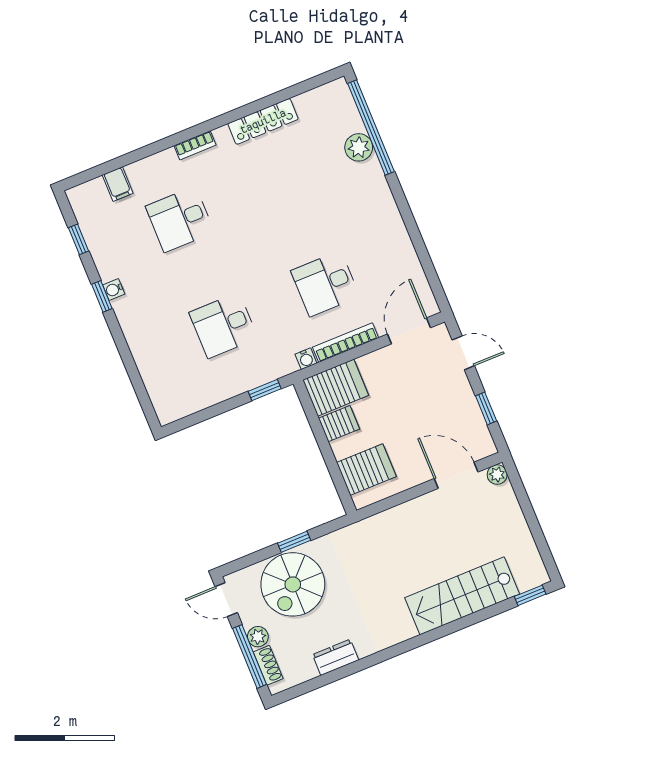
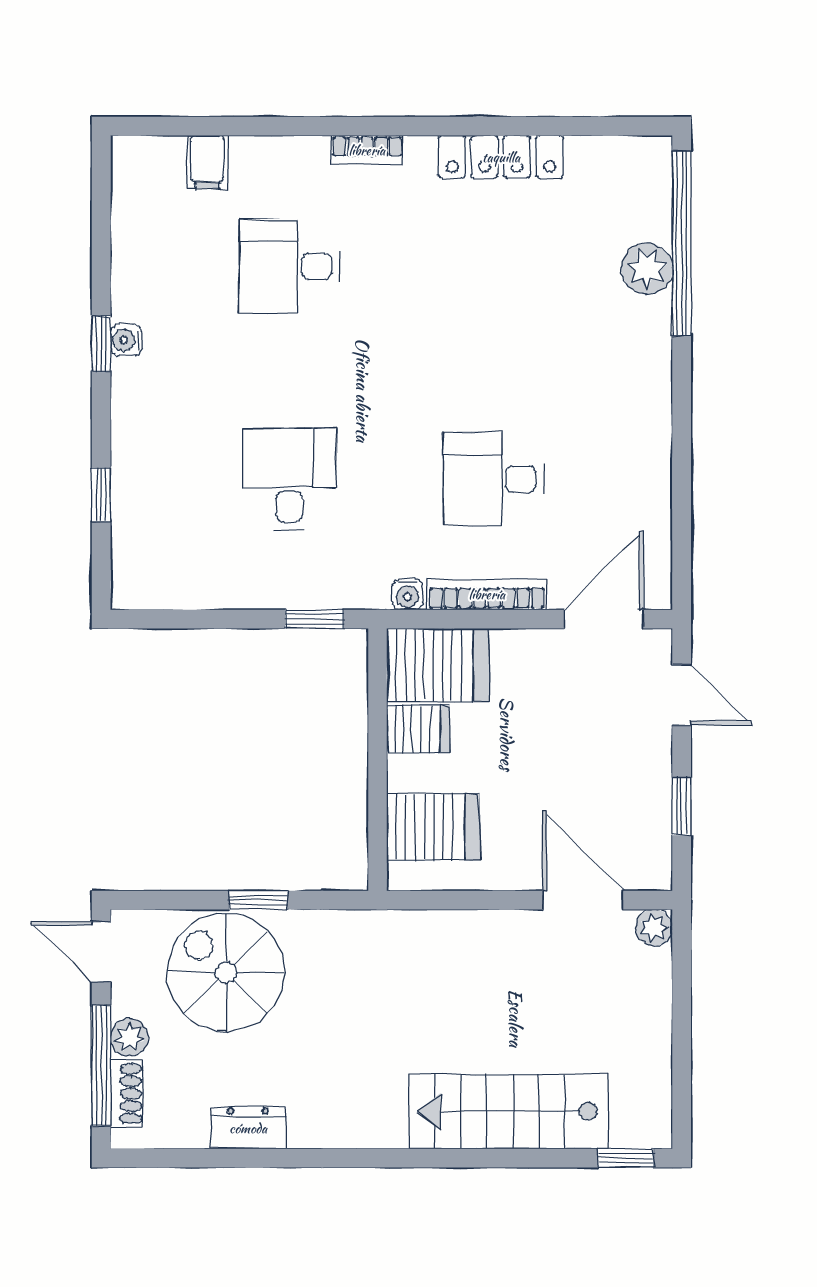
window: (79, 239) -> (101, 494), moved
desk: (223, 325) -> (289, 479), turned 90
spiral stairs: (293, 584) -> (226, 972), turned 90

